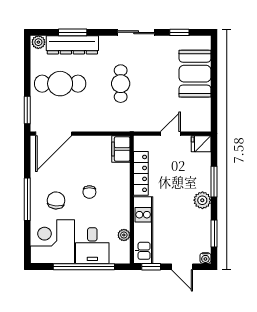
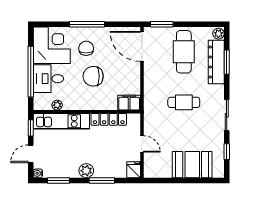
chair: (89, 192) -> (93, 76), width x1.87, depth x1.87
chair: (56, 200) -> (86, 48), turned -95

